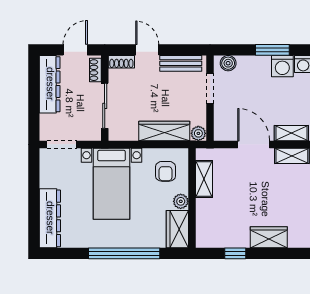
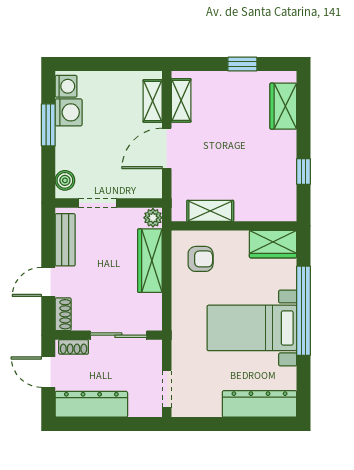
bed with nightstands: (112, 184) -> (252, 328), moved, turned 180
plant: (181, 201) -> (238, 240), removed
wardrobe: (269, 237) -> (283, 106), moved

